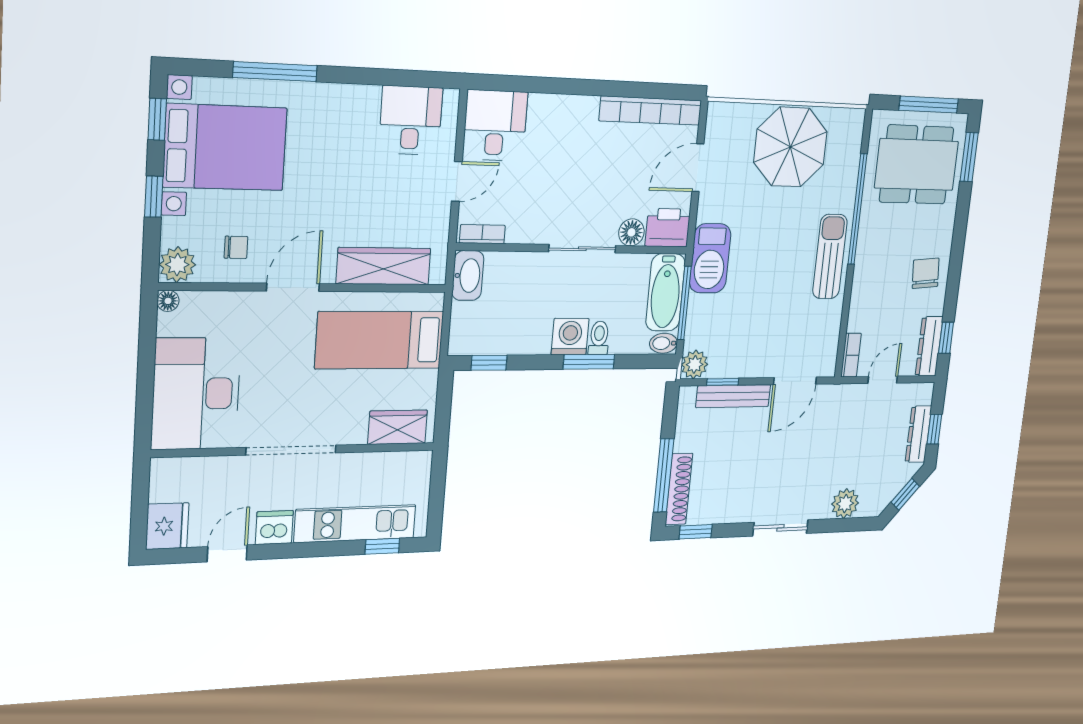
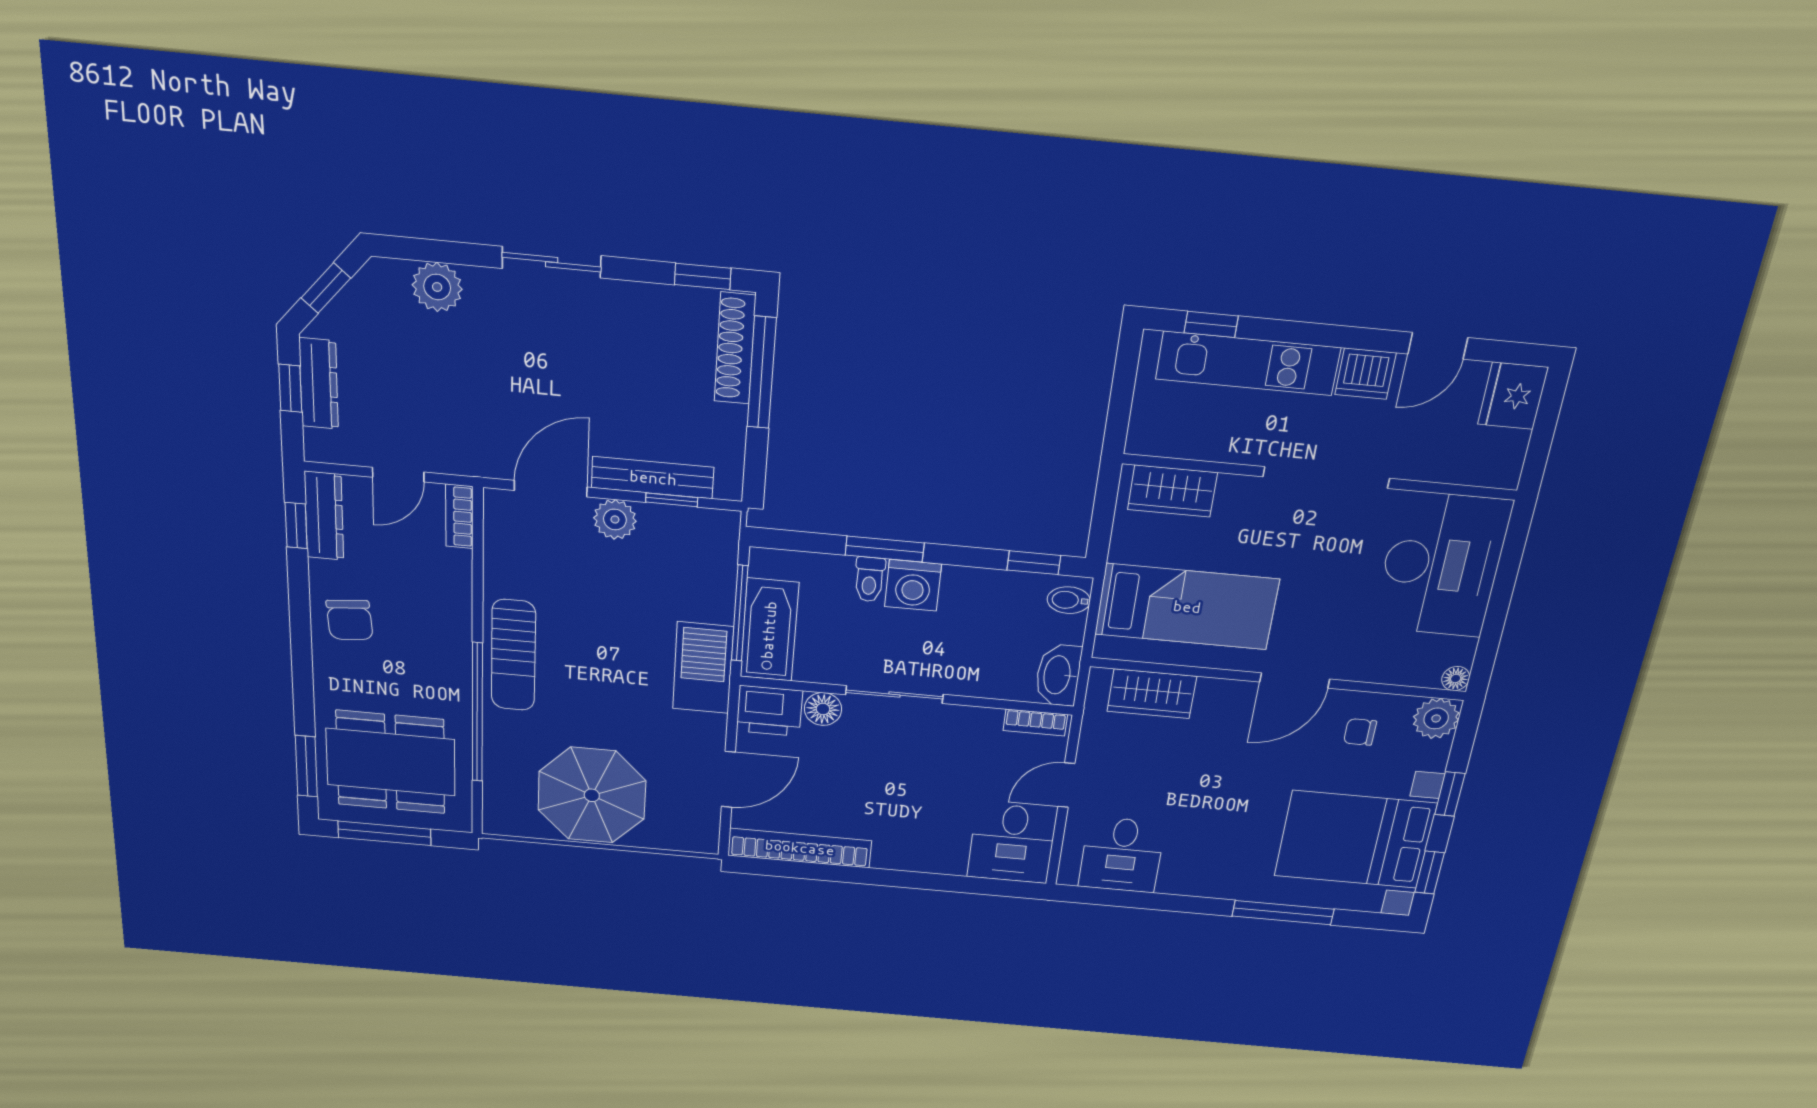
wardrobe: (384, 266) -> (1152, 694), width x0.67
bidet: (663, 343) -> (1069, 600), moved, turned 180
plant: (695, 364) -> (615, 519), moved

